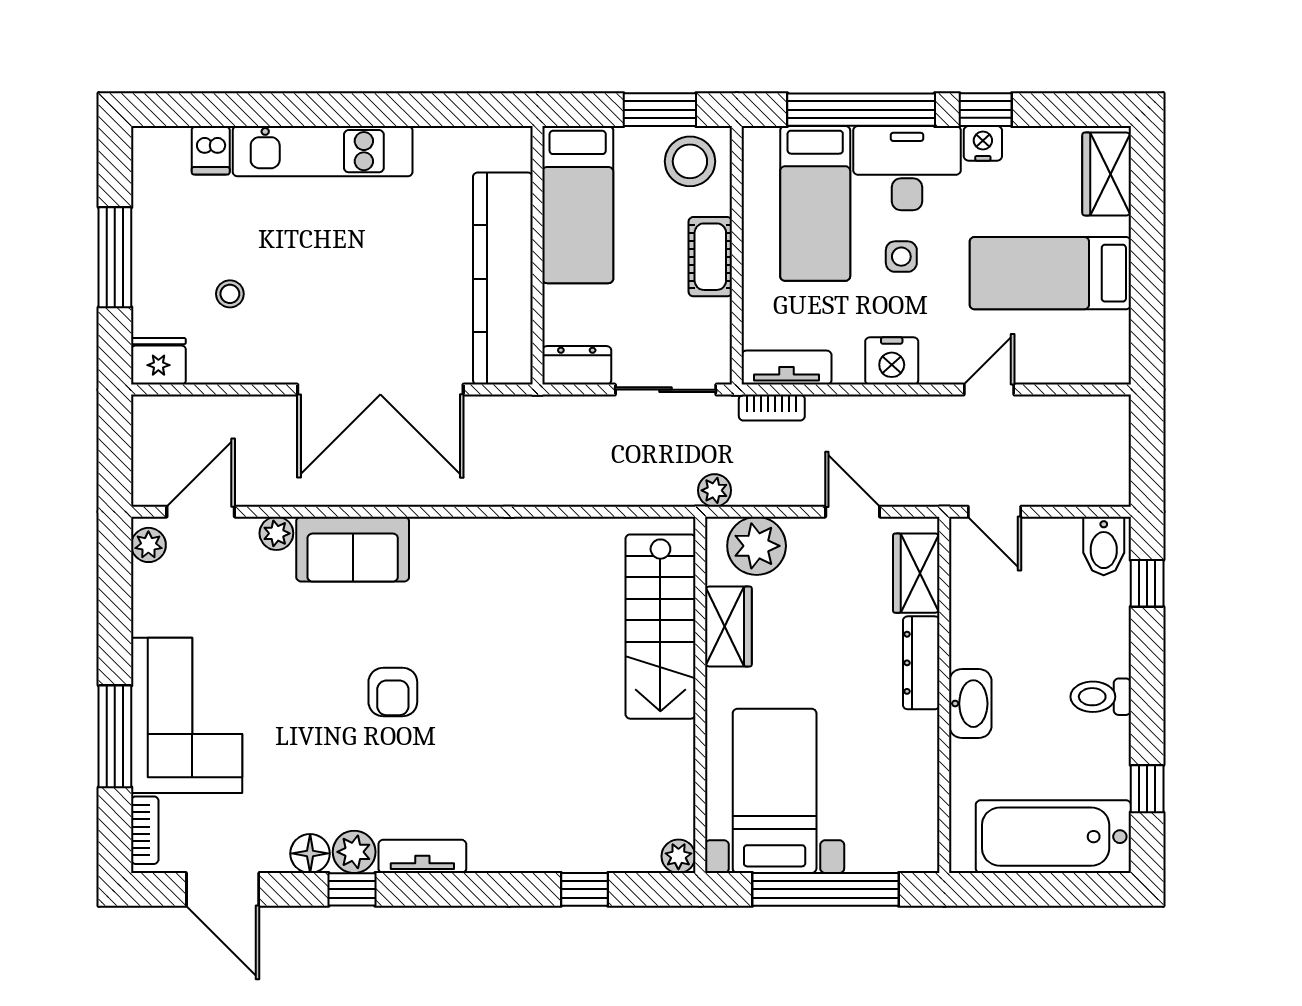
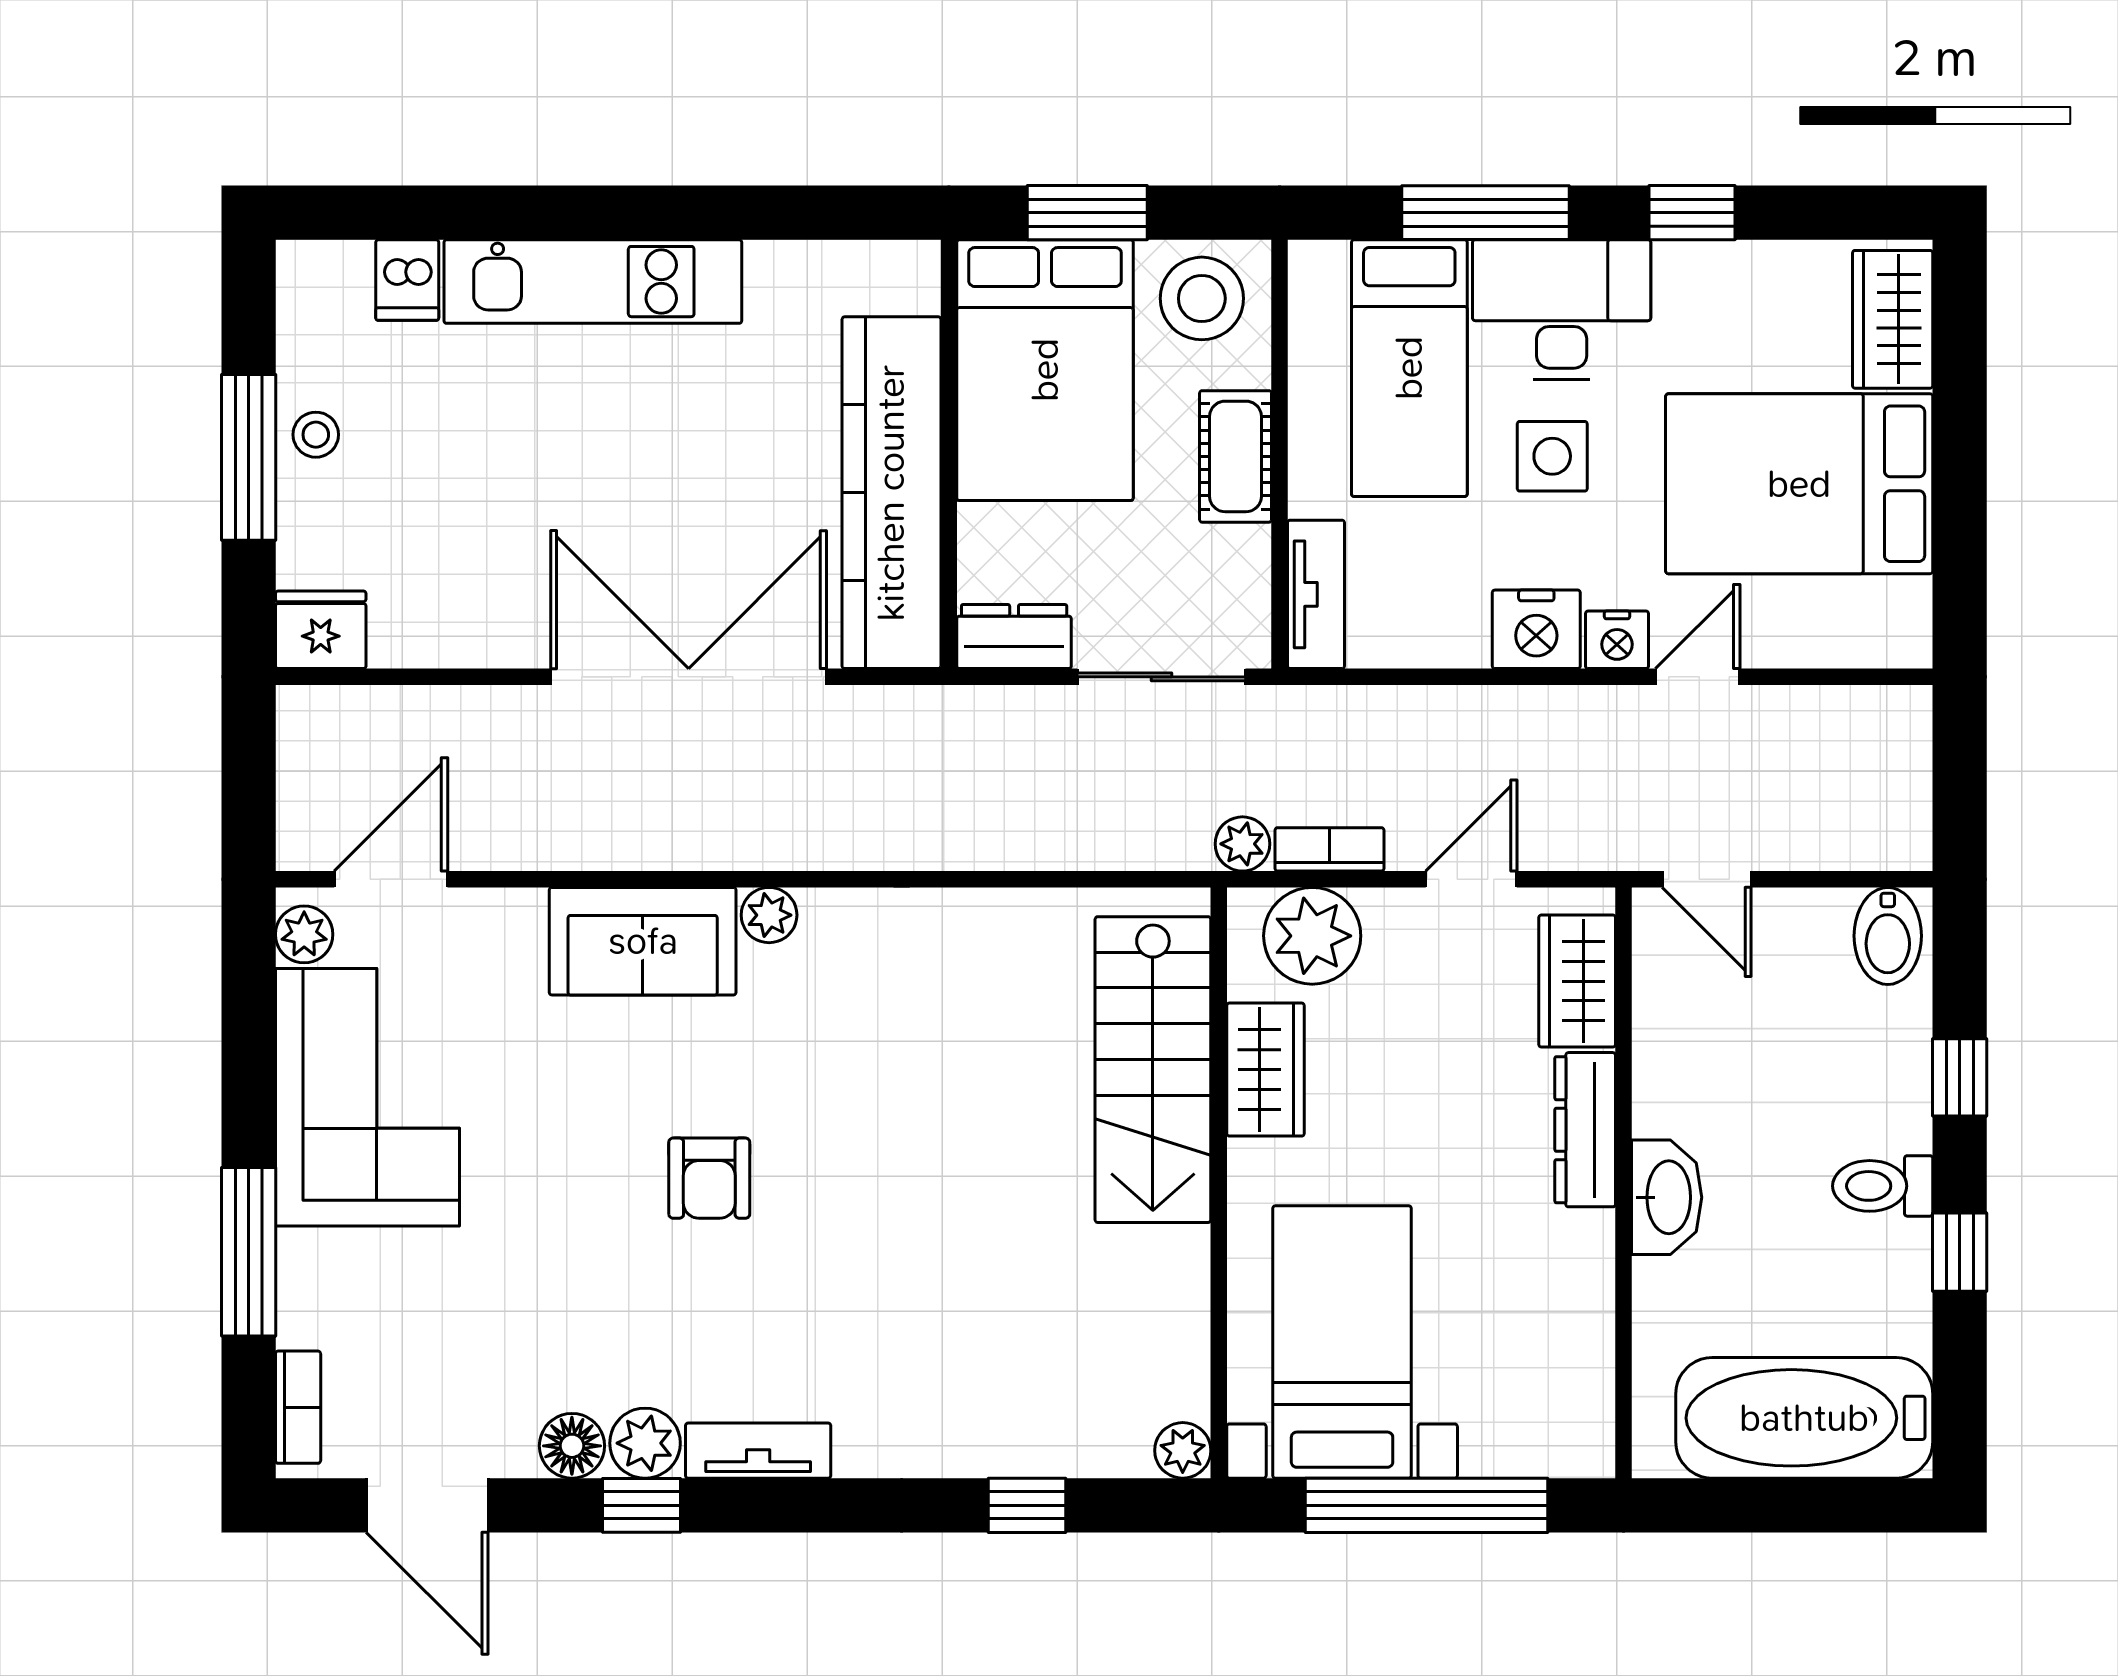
window: (660, 110) -> (1087, 213), moved
window: (861, 110) -> (1485, 213), width x0.68
nightstand: (983, 143) -> (1617, 640), moved, turned 180
bed: (578, 205) -> (1045, 370), width x1.50
side table: (901, 257) -> (1552, 456), width x1.37, depth x1.37
bed: (1050, 273) -> (1799, 484), width x1.50
stool: (230, 294) -> (316, 435), moved
tv unit: (787, 368) -> (1316, 594), moved, turned 90
double door: (380, 390) -> (689, 677), swing flipped
bookcase: (772, 408) -> (1329, 849), moved, turned 180
door: (853, 512) -> (1471, 879), hinge flipped
plant: (276, 533) -> (769, 915), moved
window: (1147, 583) -> (1960, 1077), moved
corner sofa: (187, 715) -> (367, 1097), moved
window: (1147, 789) -> (1960, 1252), moved

